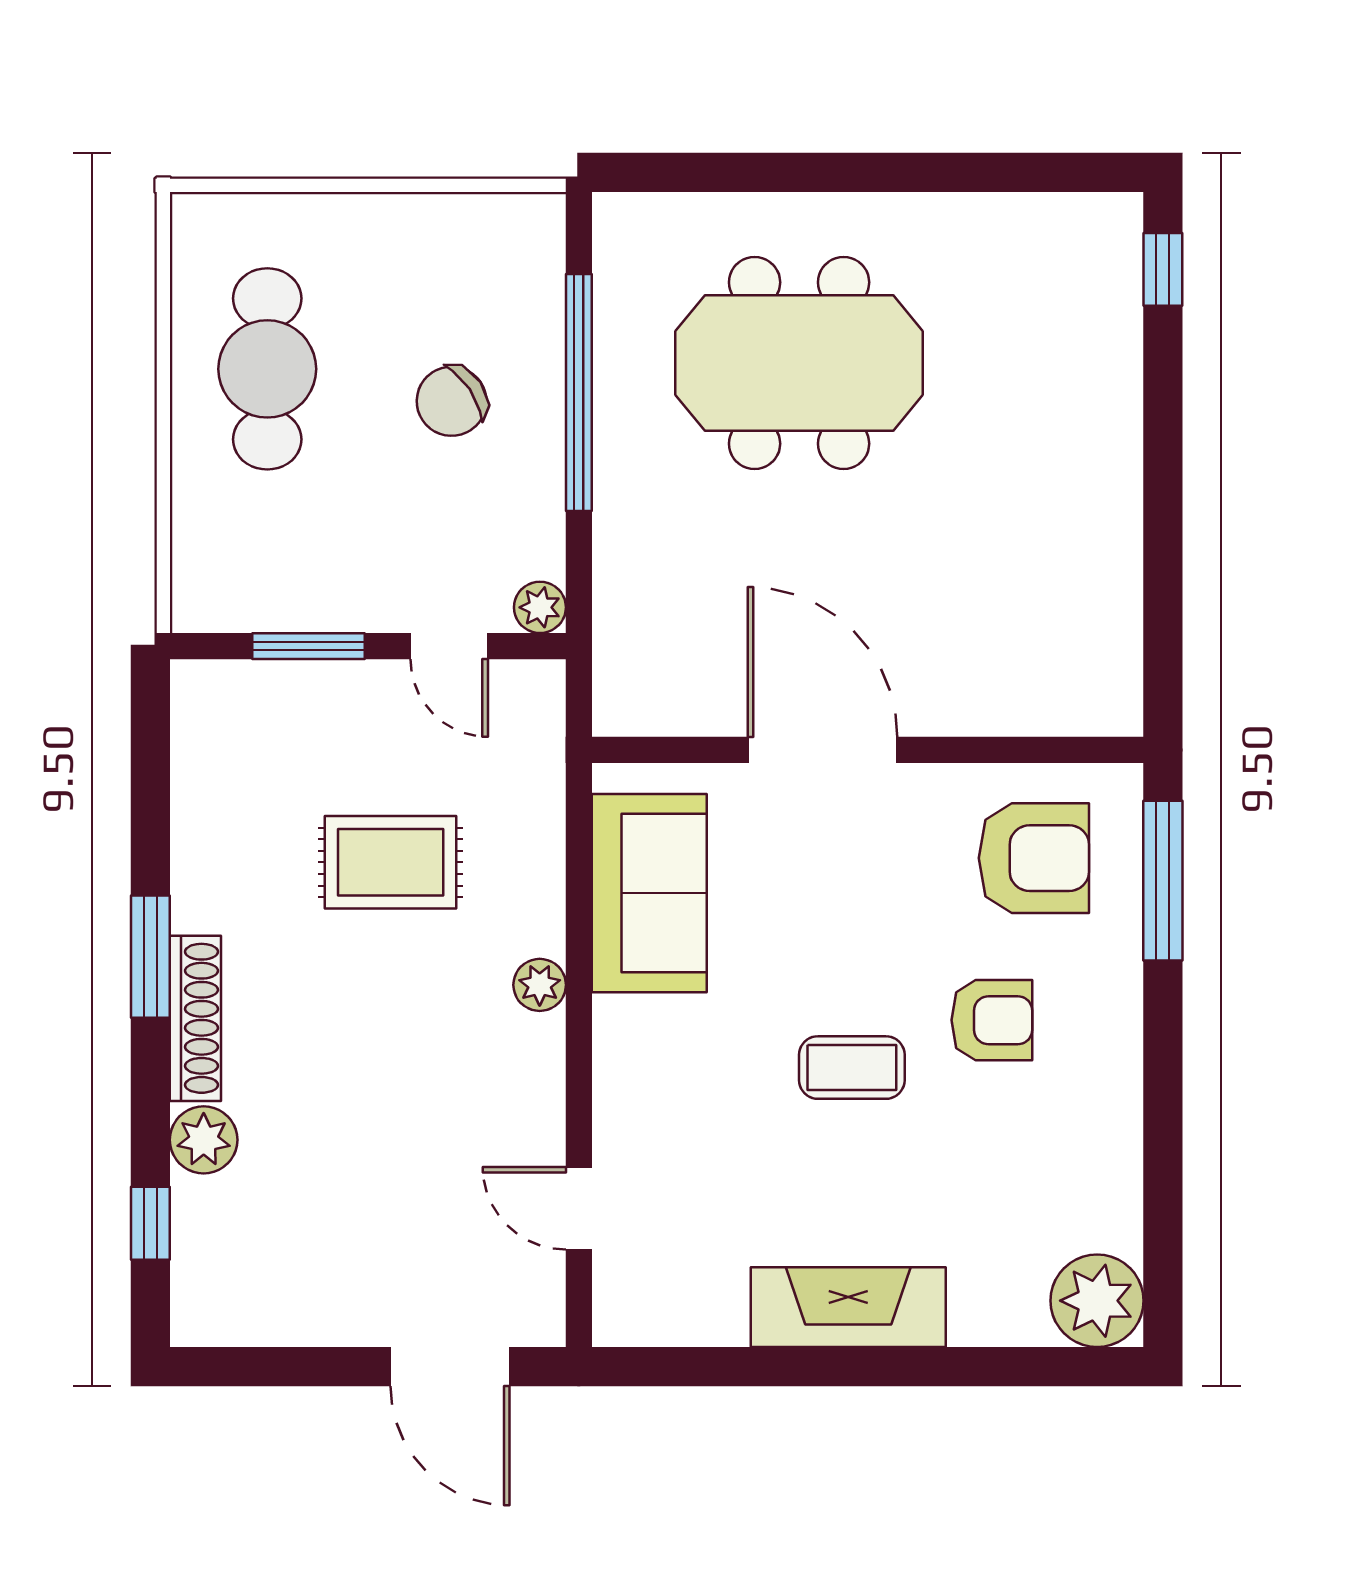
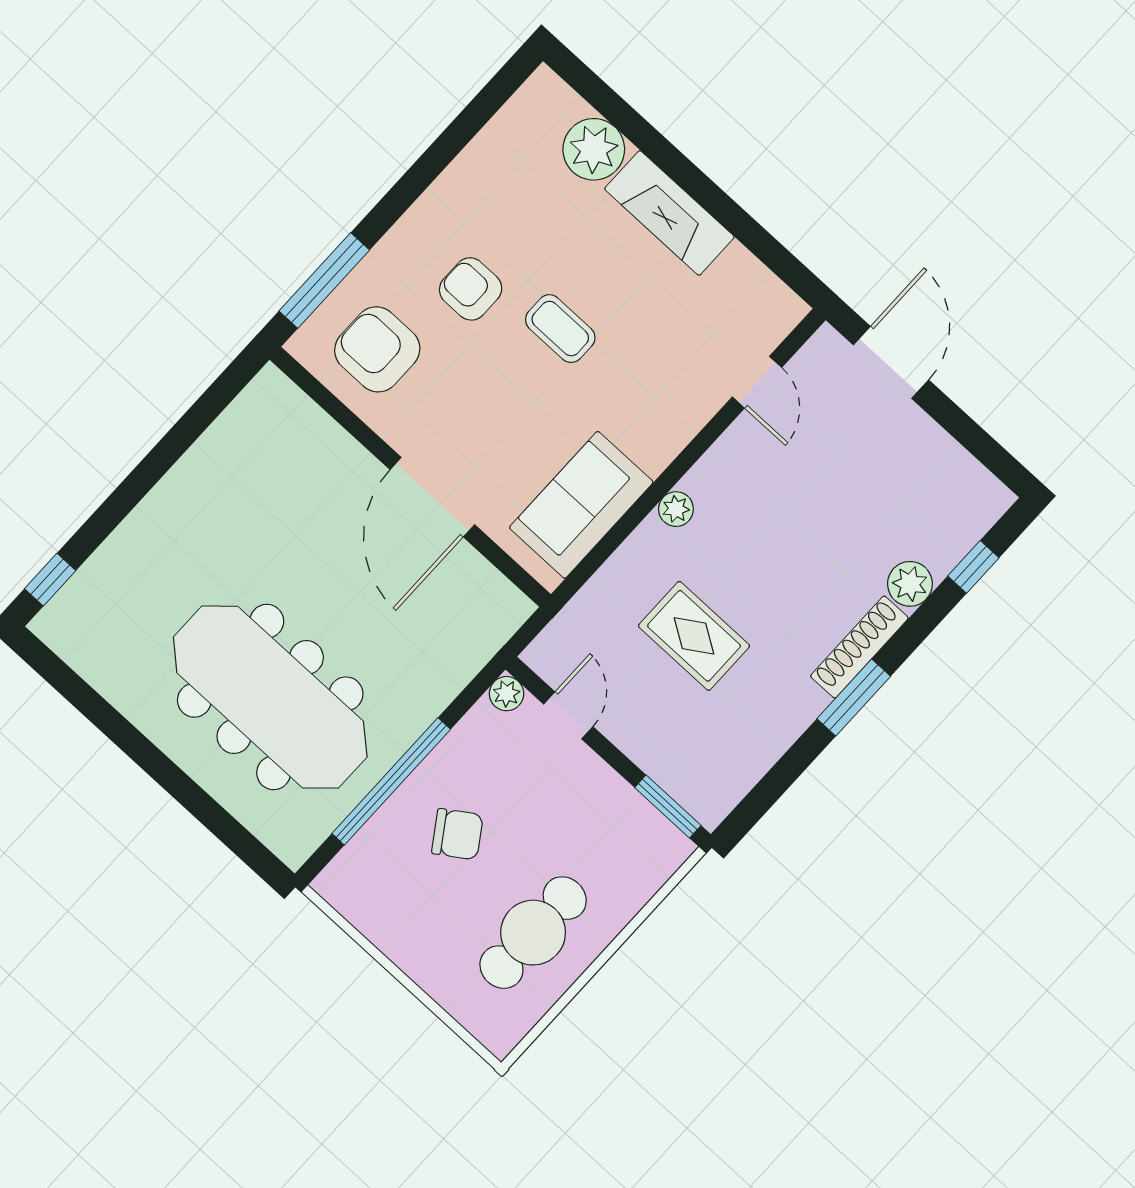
meeting table: (799, 363) -> (270, 697), width x1.36
window: (309, 646) -> (668, 806), moved
plant: (1097, 1301) -> (594, 149), moved

